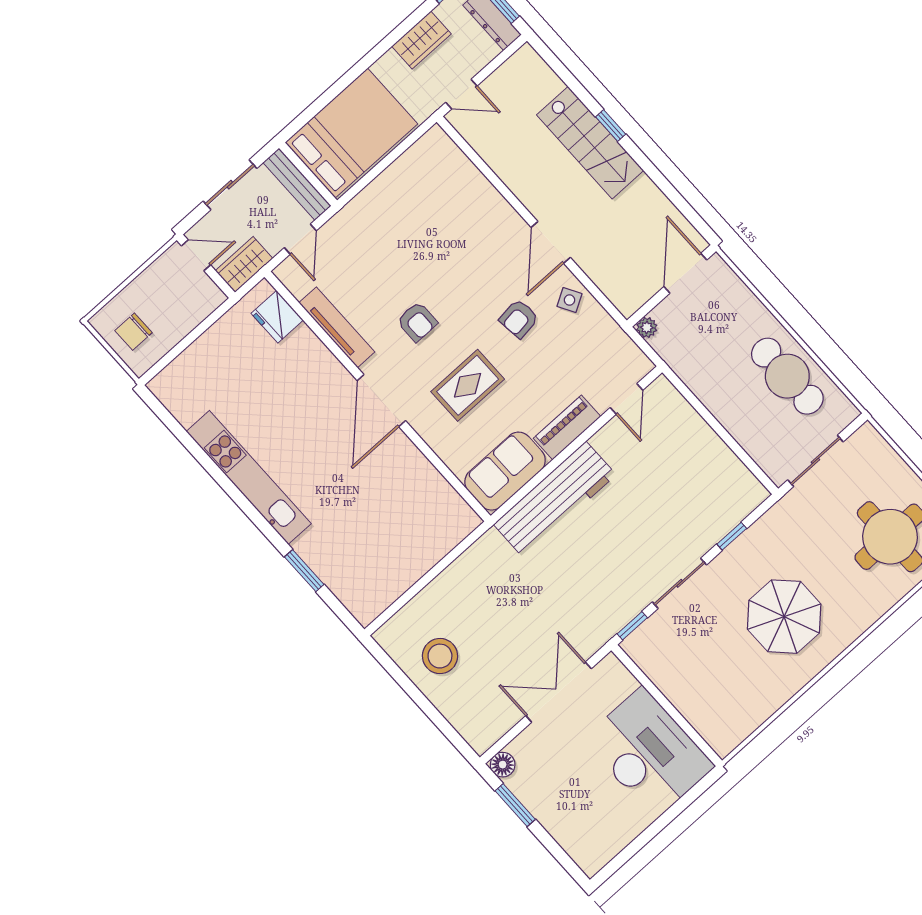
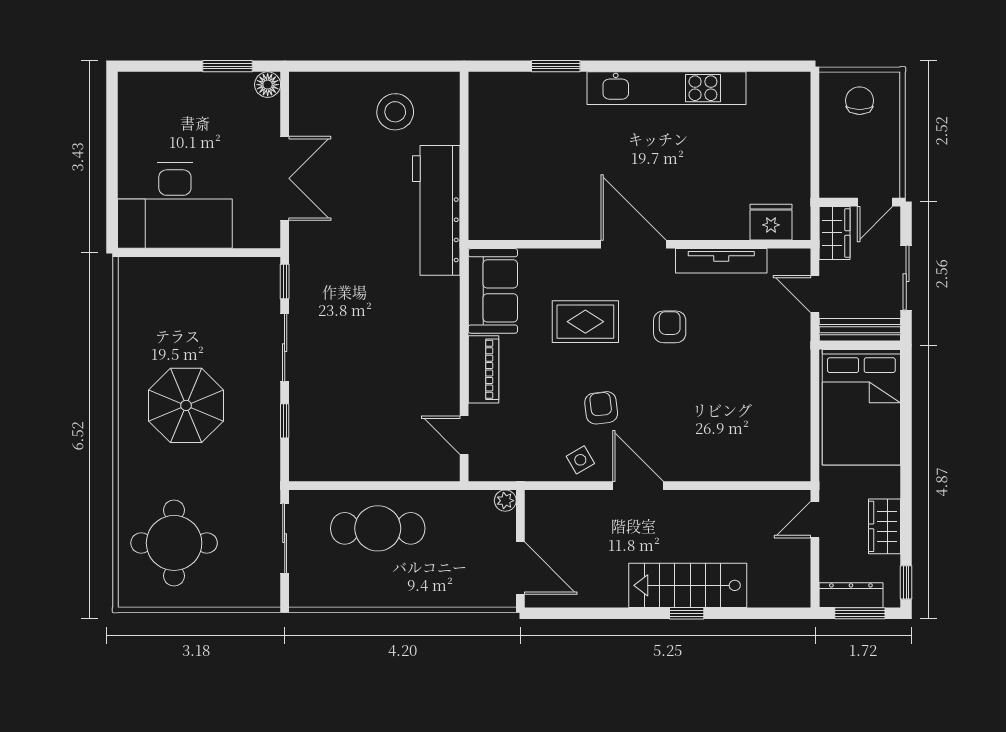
armchair: (417, 322) -> (670, 327), turned 90
cafe table: (787, 376) -> (378, 528), moved
rug: (468, 385) -> (585, 322), turned 90
workbench: (555, 499) -> (436, 210), moved

